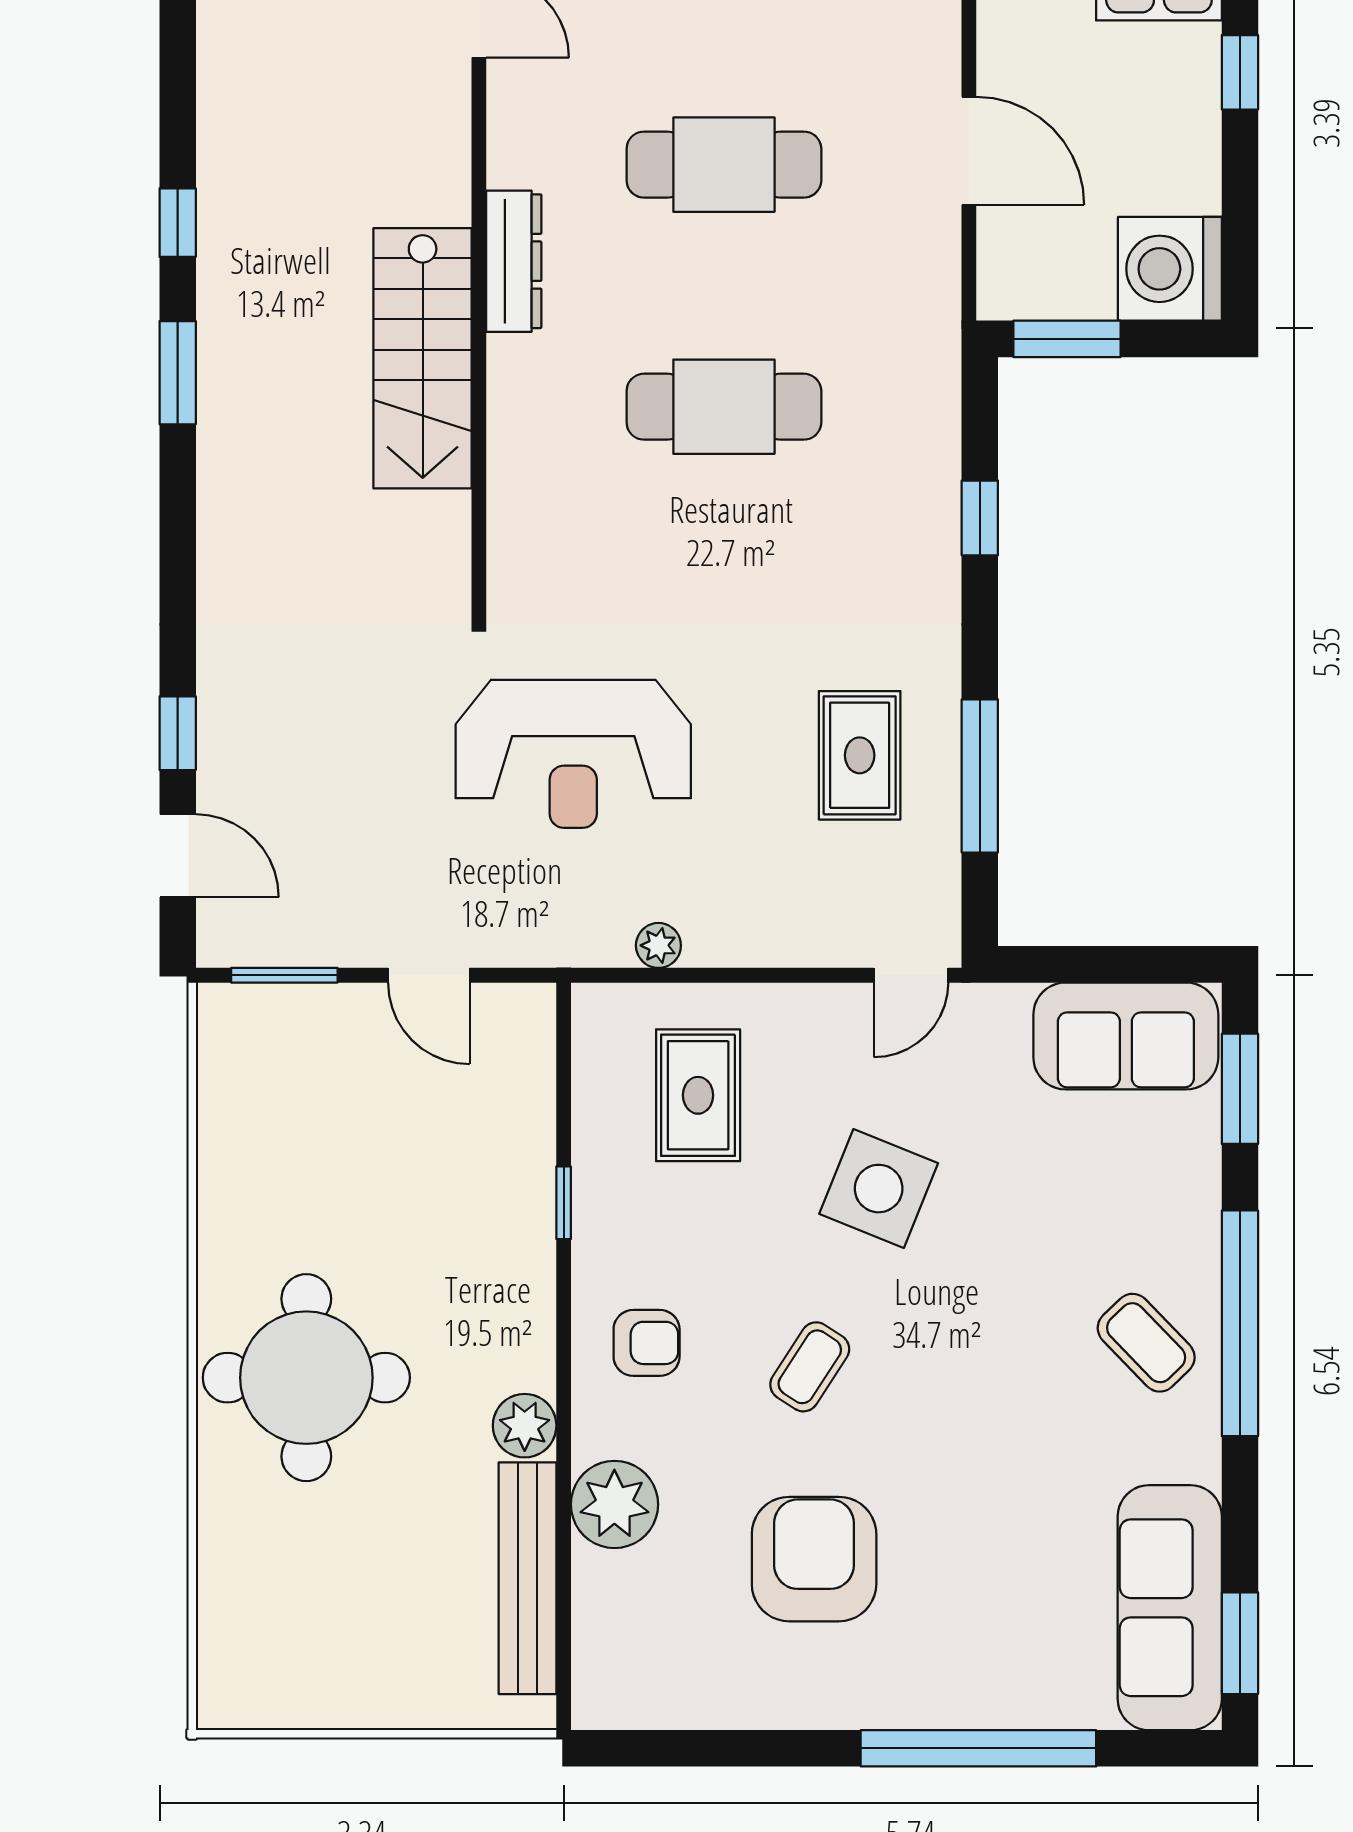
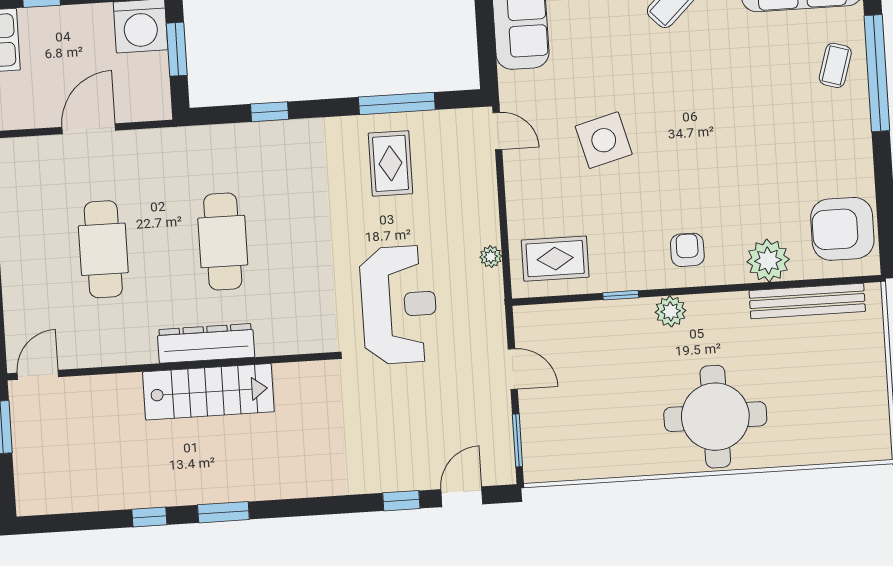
dresser: (514, 261) -> (206, 343), moved, width x1.37, depth x1.24
window: (1067, 339) -> (177, 49), moved
rug: (860, 755) -> (391, 163), turned 90
door: (429, 975) -> (513, 369), hinge flipped
rug: (698, 1095) -> (555, 259), moved
side table: (879, 1189) -> (604, 140), turned -37
coffee table: (810, 1367) -> (835, 65), moved, turned 74
plant: (525, 1426) -> (671, 311), moved
armchair: (814, 1559) -> (842, 229), moved

